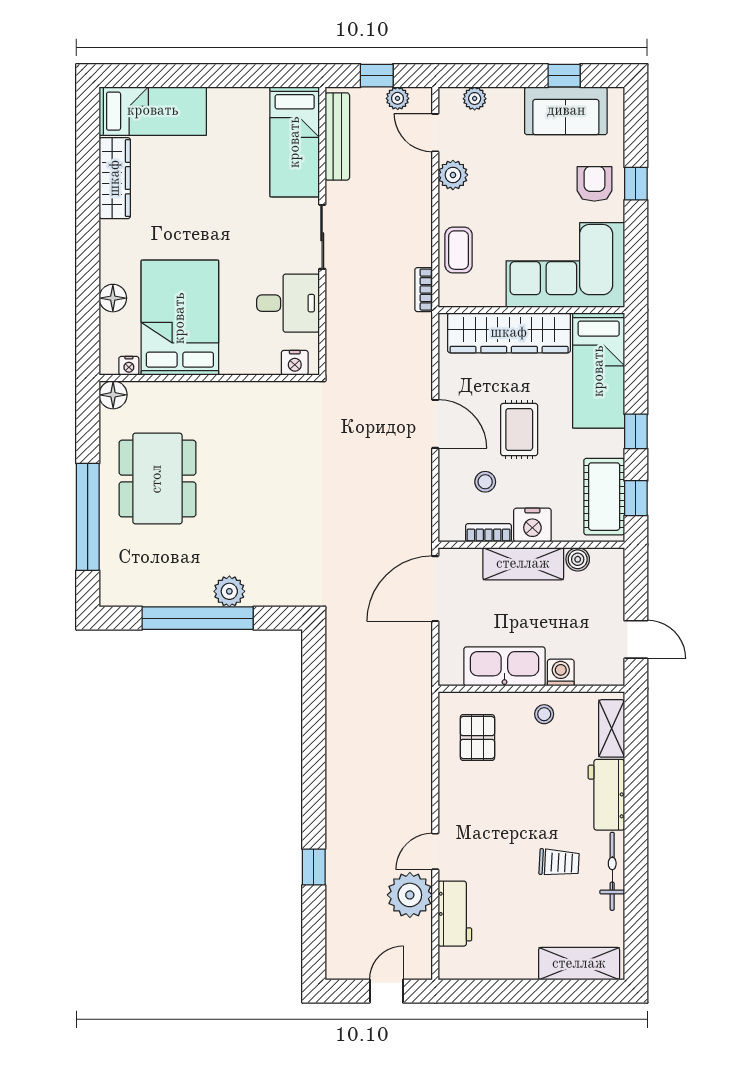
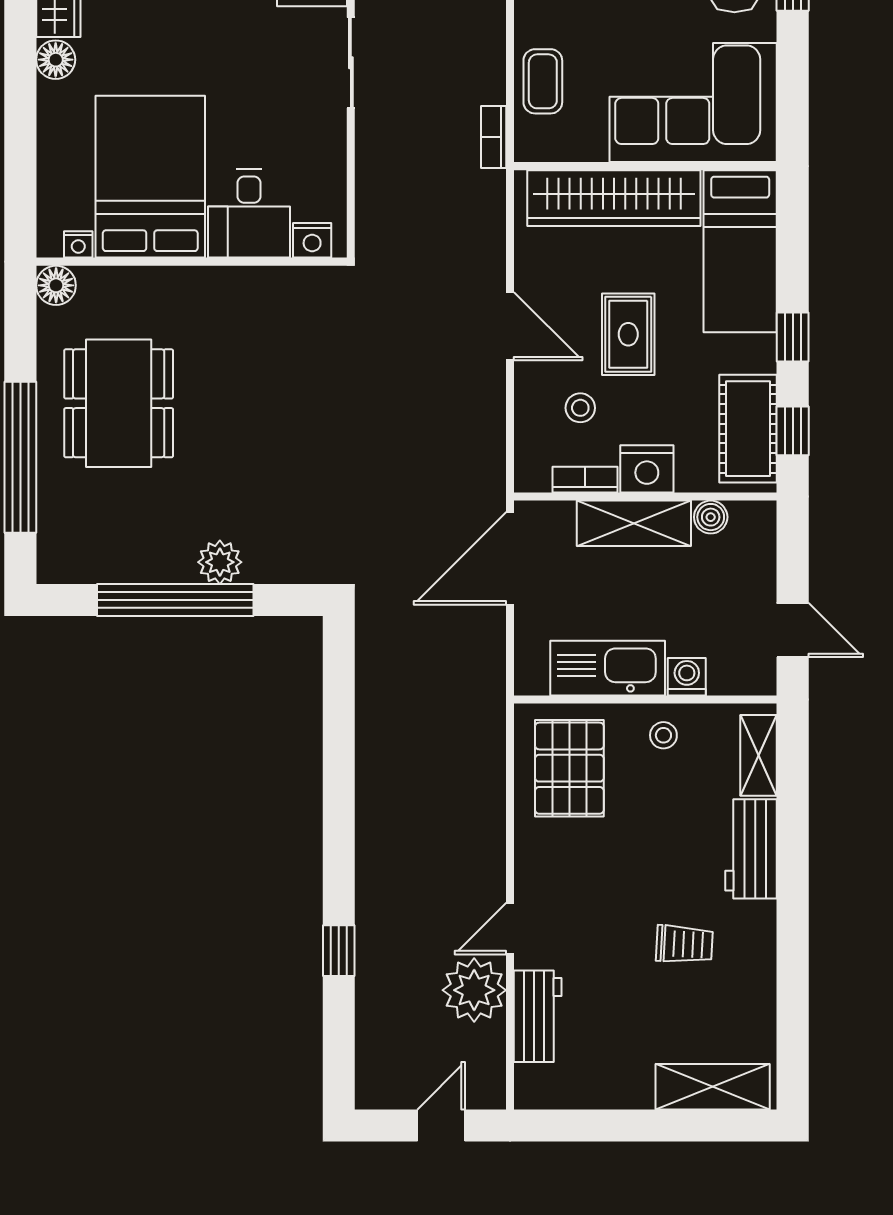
floor lamp: (113, 298) -> (56, 60), moved
desk: (288, 303) -> (249, 213), moved, turned 90
pallet: (477, 738) -> (569, 768), width x1.50, depth x1.42
bicycle: (612, 871) -> (759, 957), removed

